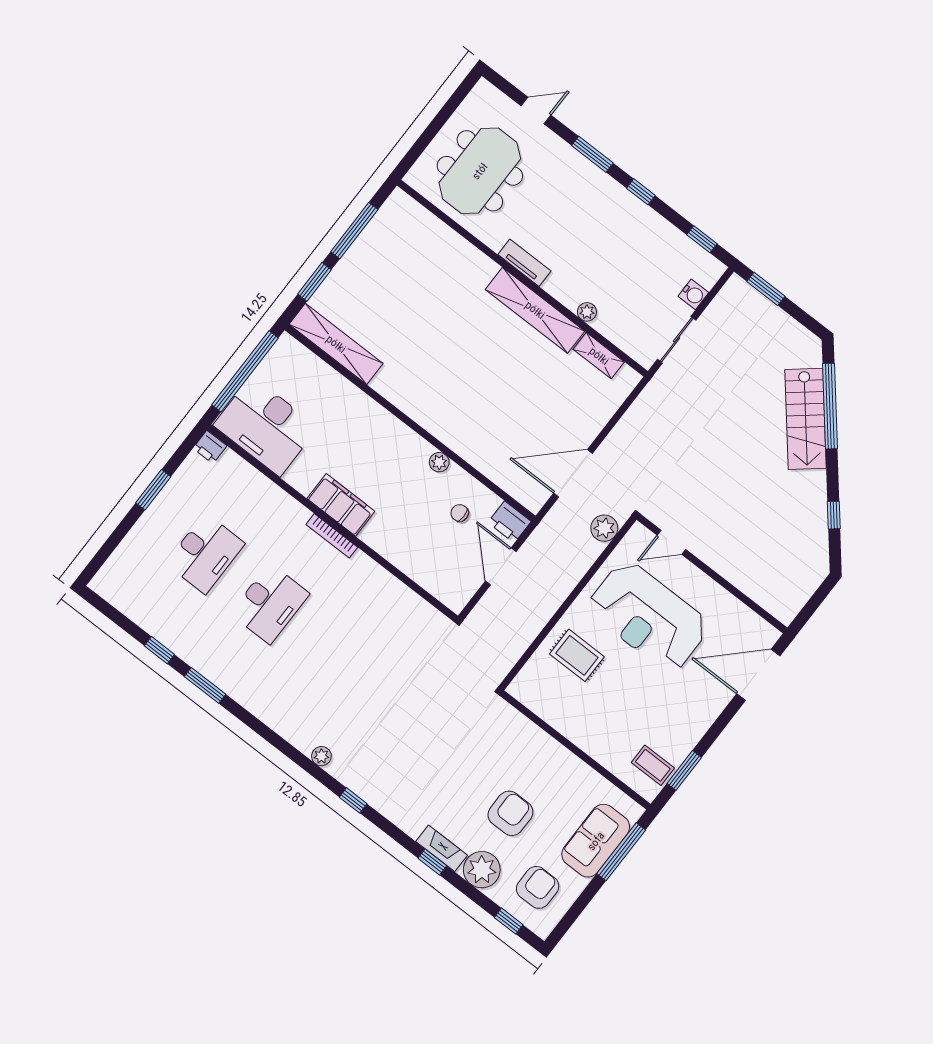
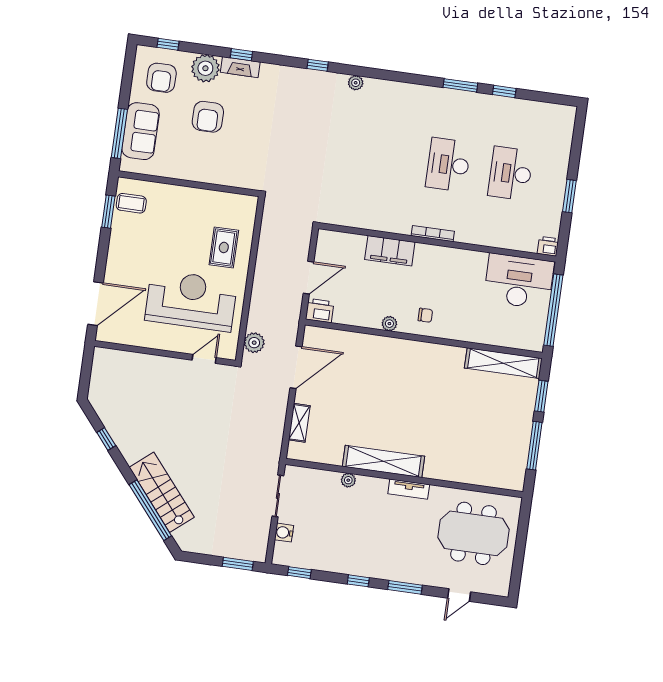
meeting table: (480, 171) -> (473, 533), turned 90
shelving: (599, 356) -> (299, 423), moved, turned 90
filing cabinet: (341, 505) -> (390, 251), moved
chair: (460, 513) -> (425, 315), moved
door: (501, 566) -> (309, 278), hinge flipped
rug: (577, 655) -> (224, 247), turned 90

